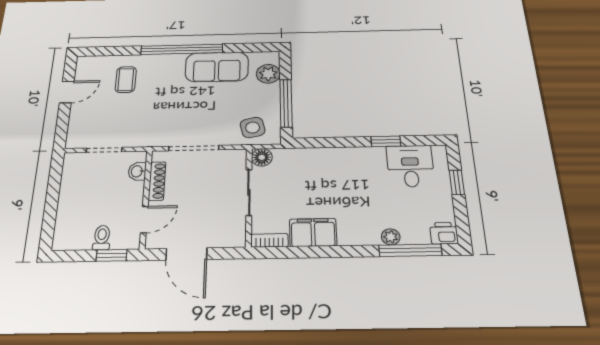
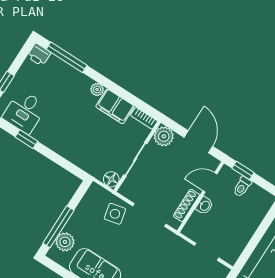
window: (286, 103) -> (58, 227), moved
side table: (253, 128) -> (115, 214), moved
washbasin: (137, 171) -> (205, 206), moved
plant: (232, 235) -> (164, 136), added
plant: (391, 237) -> (97, 89), moved

